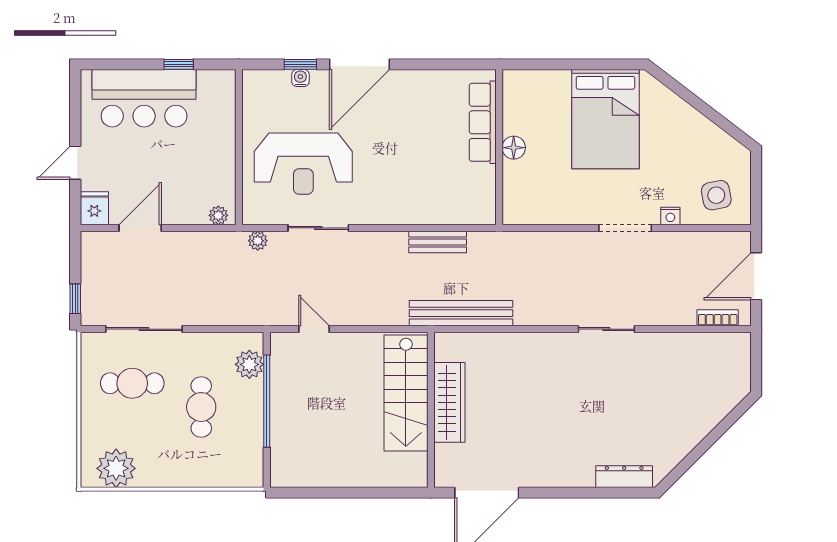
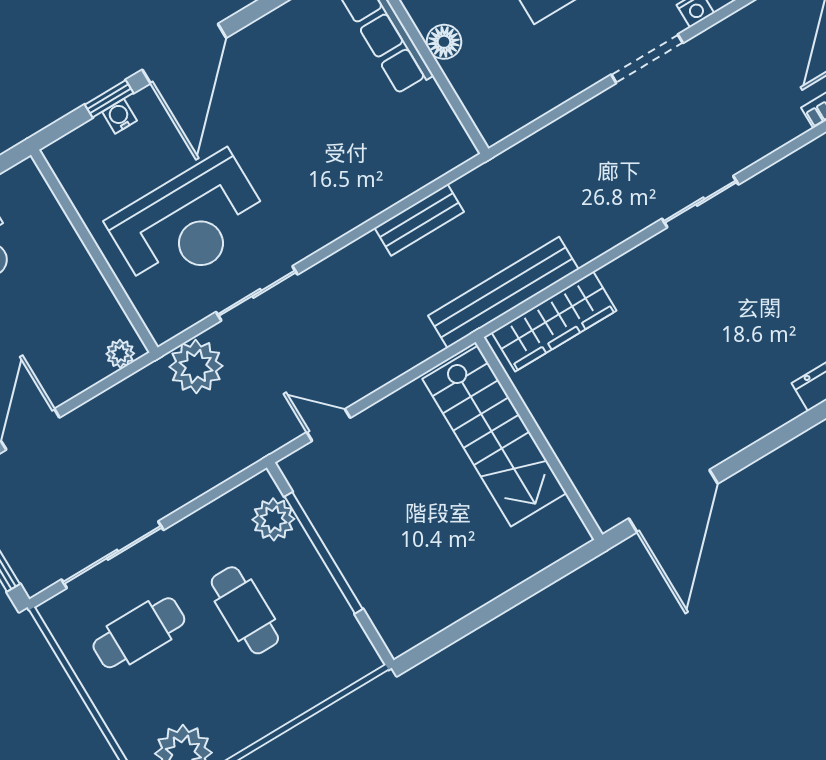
plant: (258, 241) -> (196, 366), width x1.88, depth x1.88
wardrobe: (449, 402) -> (554, 321), moved, turned 90

